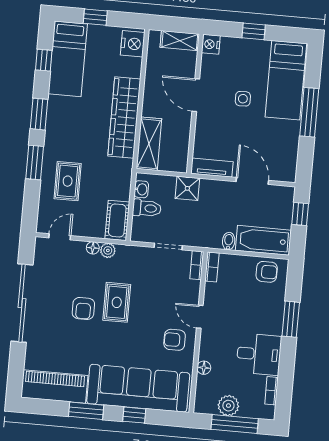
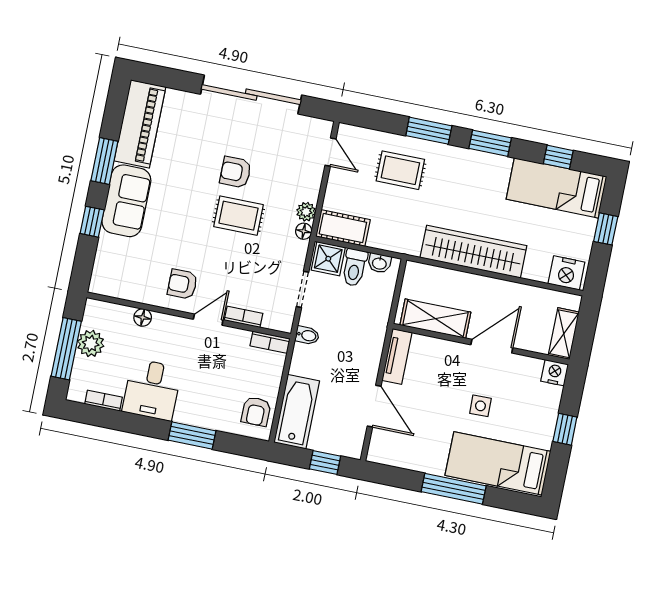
shelving: (149, 144) -> (435, 319), moved
door: (252, 181) -> (374, 406), hinge flipped
shower: (187, 188) -> (328, 259), moved
bidet: (229, 241) -> (307, 335), moved
floor lamp: (93, 248) -> (304, 231), moved
bookcase: (197, 265) -> (243, 317), moved
armchair: (175, 340) -> (182, 284), turned -90
sofa: (138, 388) -> (126, 201), width x0.54, depth x0.79

